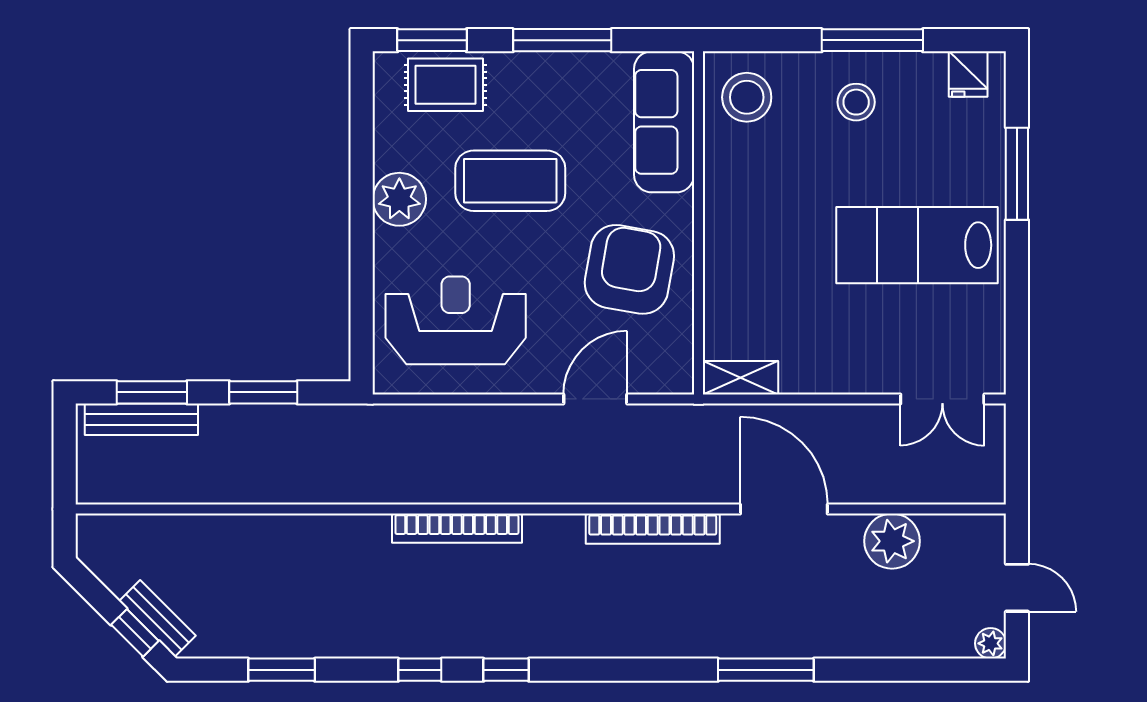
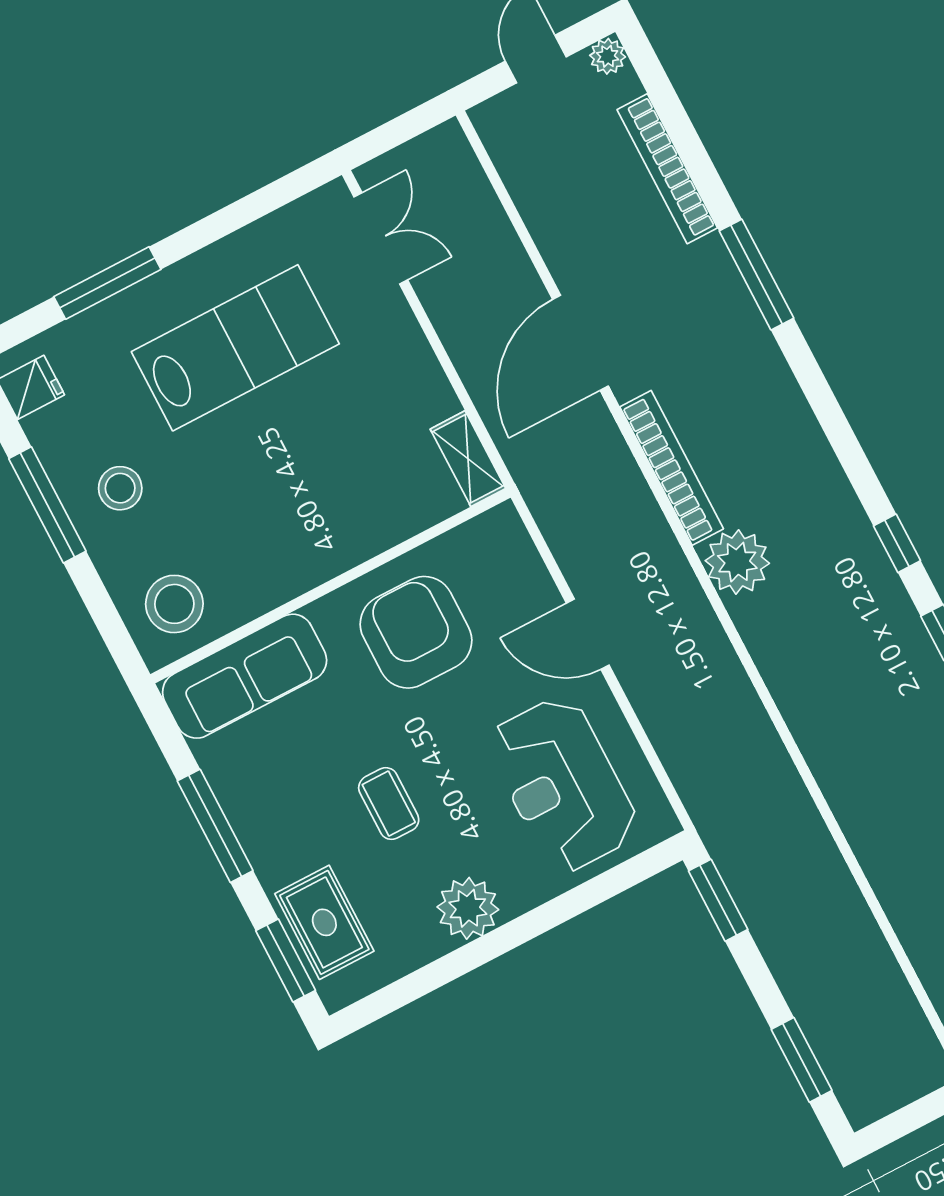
coffee table: (510, 181) -> (389, 804), width x0.54, depth x0.58
lab bench: (917, 245) -> (235, 348), turned -90
armchair: (629, 269) -> (416, 632), turned 80
window: (263, 392) -> (718, 900), moved
door: (595, 399) -> (588, 634), moved
bench: (141, 419) -> (835, 1056), removed
bookcase: (457, 528) -> (667, 169), moved, turned 180
plant: (892, 541) -> (737, 562), moved

